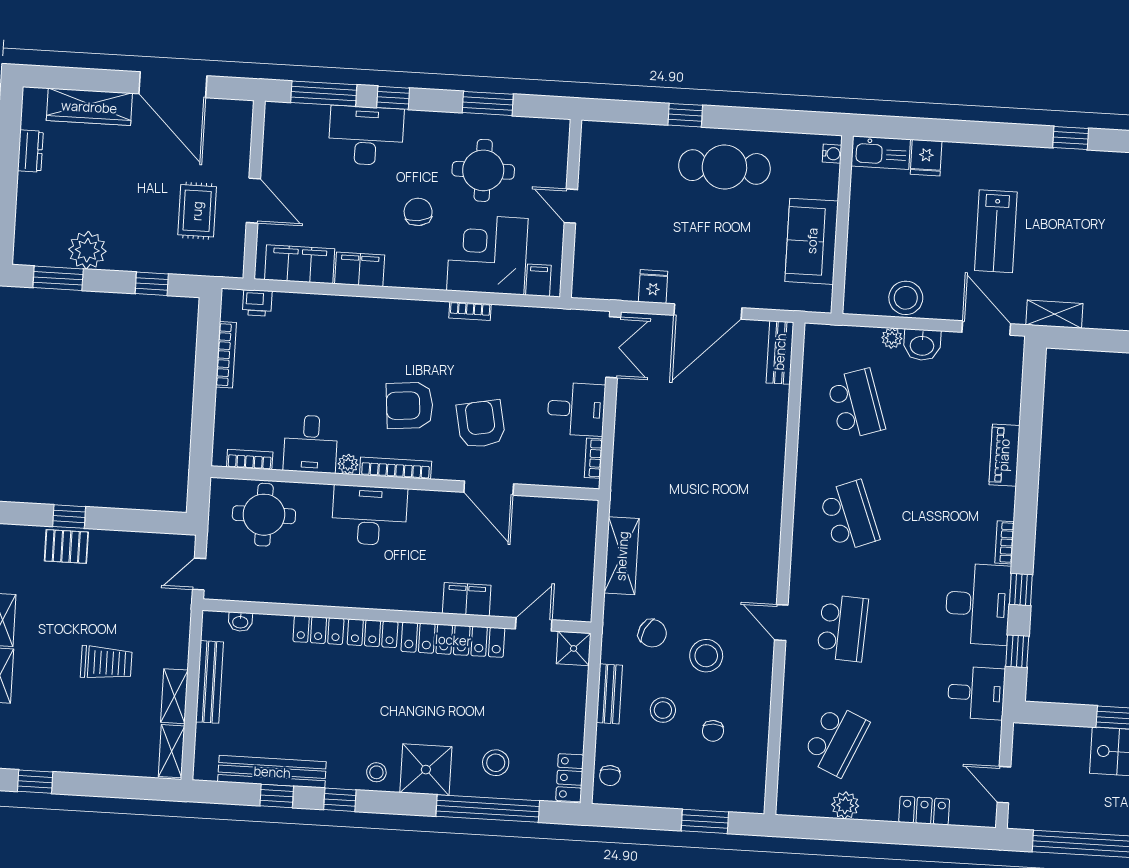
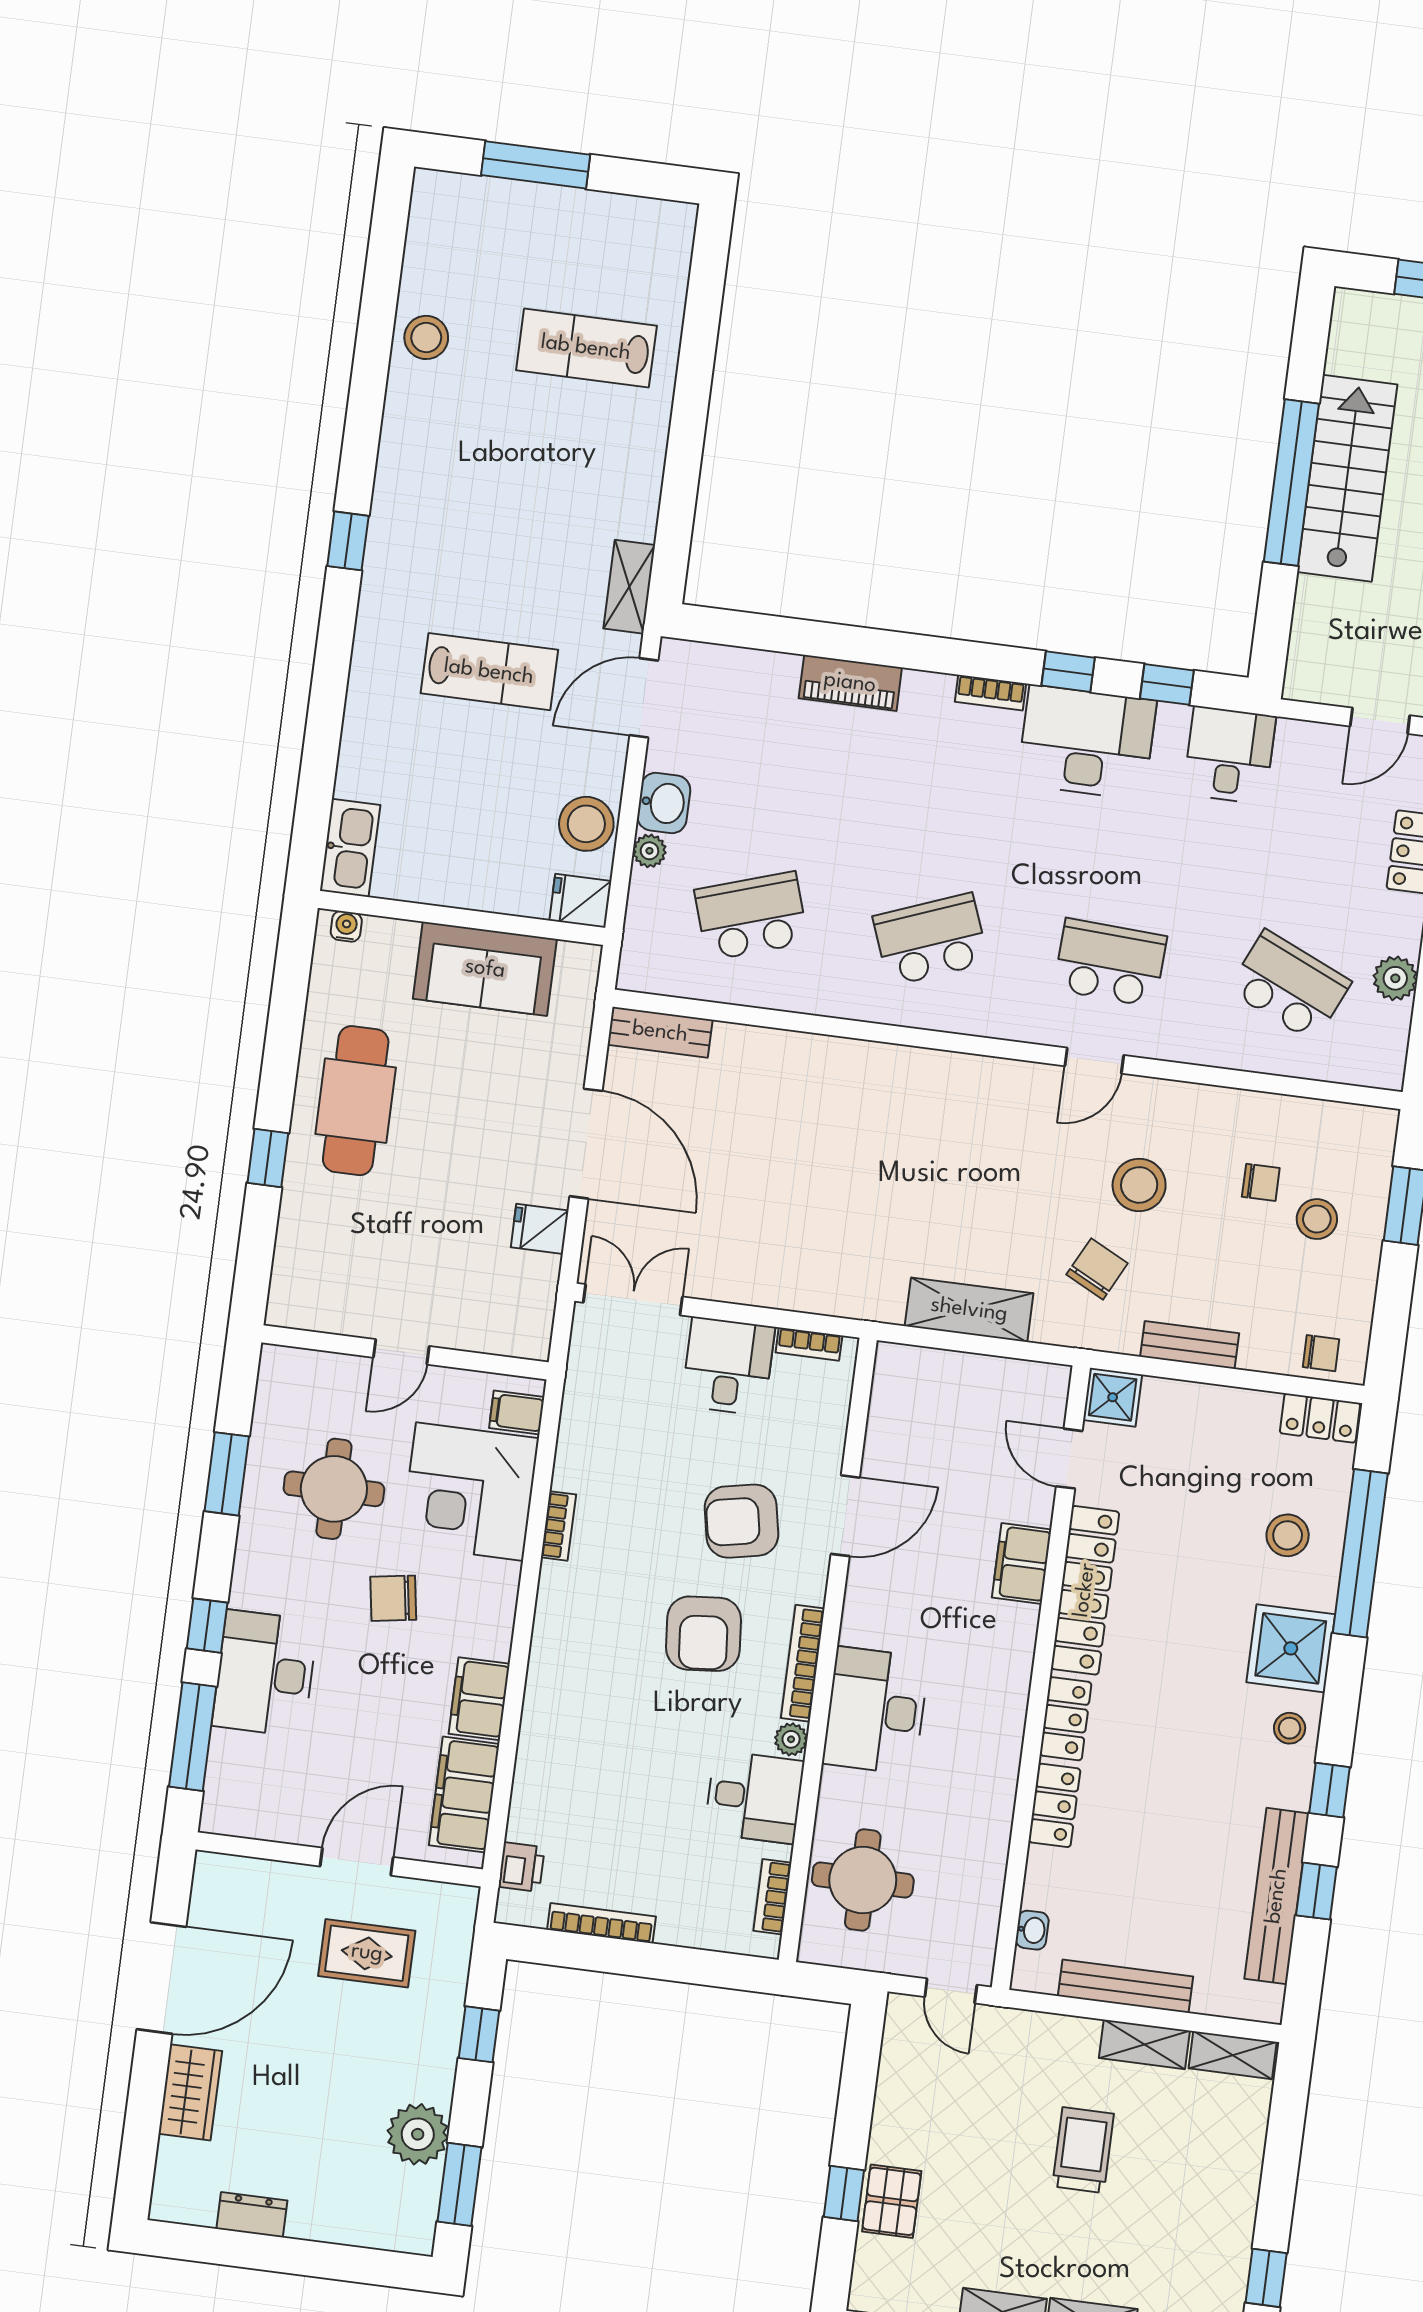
wardrobe: (89, 107) -> (190, 2092), width x0.67
fridge: (926, 158) -> (580, 901), moved, turned 180
stool: (663, 710) -> (1317, 1219), moved

